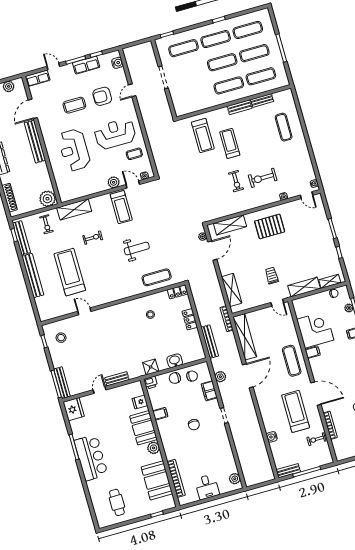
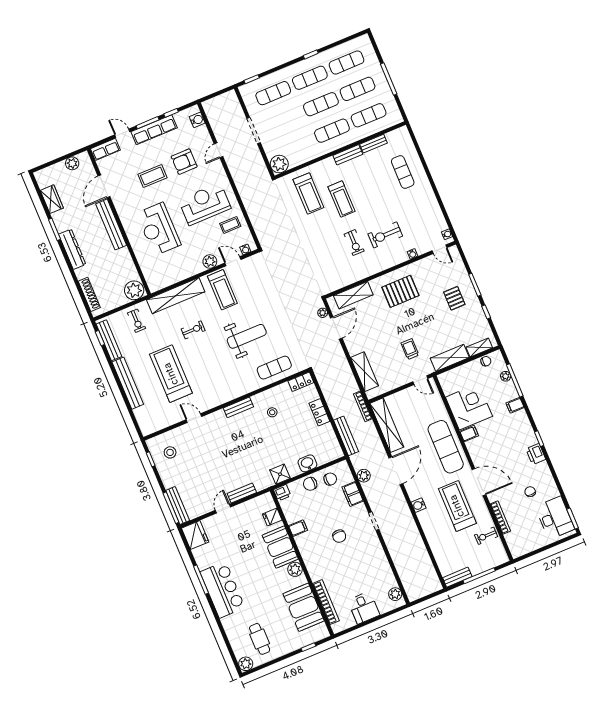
row of seats: (86, 65) -> (154, 130), width x1.48
plant: (181, 108) -> (279, 164), added
treadmill: (230, 143) -> (341, 199), turned 180
shelving: (74, 209) -> (176, 296), width x1.47
pallet: (314, 238) -> (454, 298), added
weight bench: (137, 249) -> (247, 336), width x1.36, depth x1.33
bench: (123, 307) -> (238, 407), added
exercise mat: (292, 361) -> (446, 447), width x1.36, depth x1.45
water cooler: (272, 437) -> (419, 505), moved
plant: (103, 522) -> (246, 664), added

